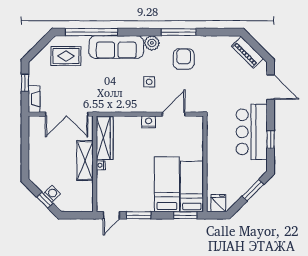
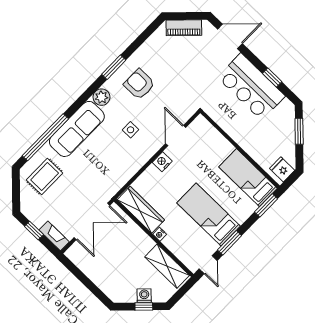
window: (179, 32) -> (114, 67), width x0.69
shelving: (85, 161) -> (167, 266), moved
bed: (167, 184) -> (209, 214), moved

